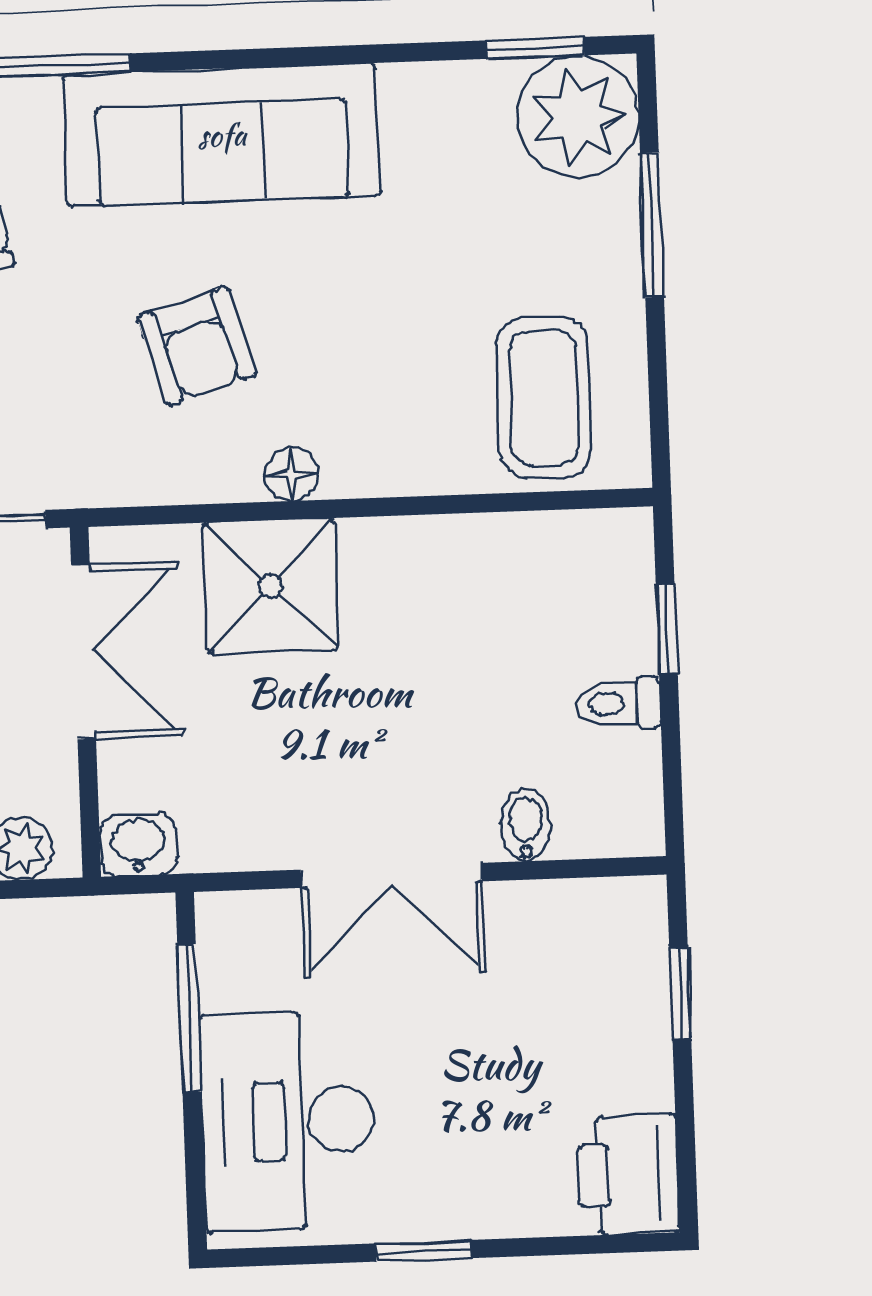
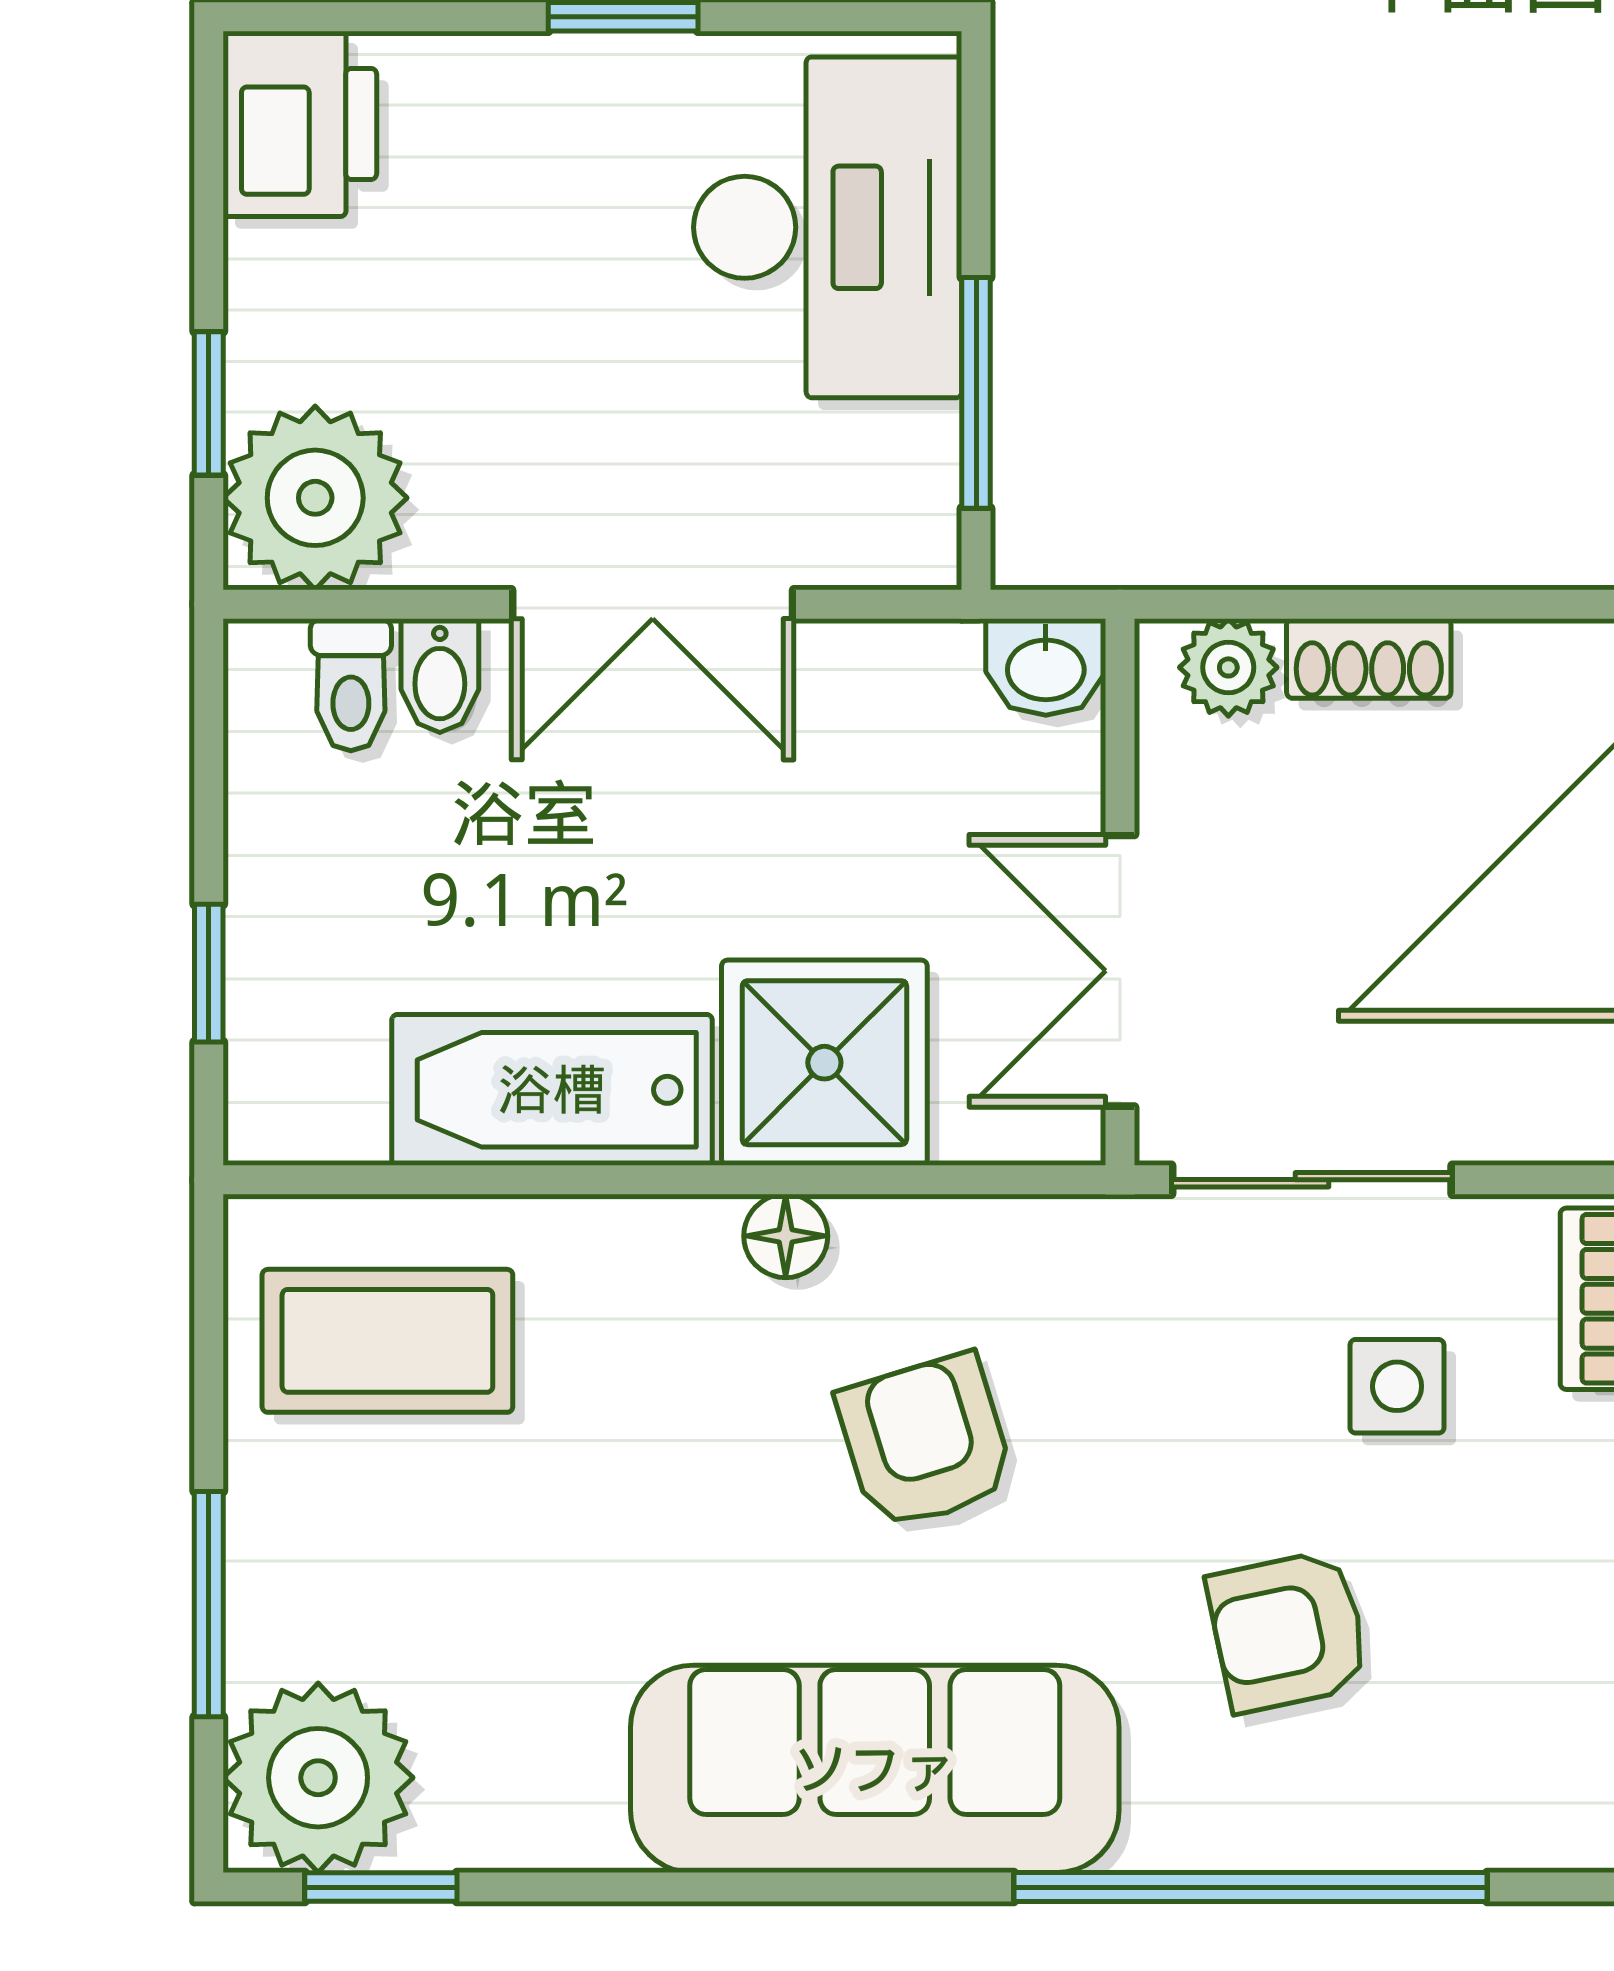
coffee table: (544, 398) -> (387, 1341), turned 90
bathtub: (444, 562) -> (552, 1090), added
toilet: (618, 703) -> (351, 685), moved, turned 90
double door: (391, 875) -> (653, 604), swing flipped
plant: (610, 936) -> (315, 498), added

